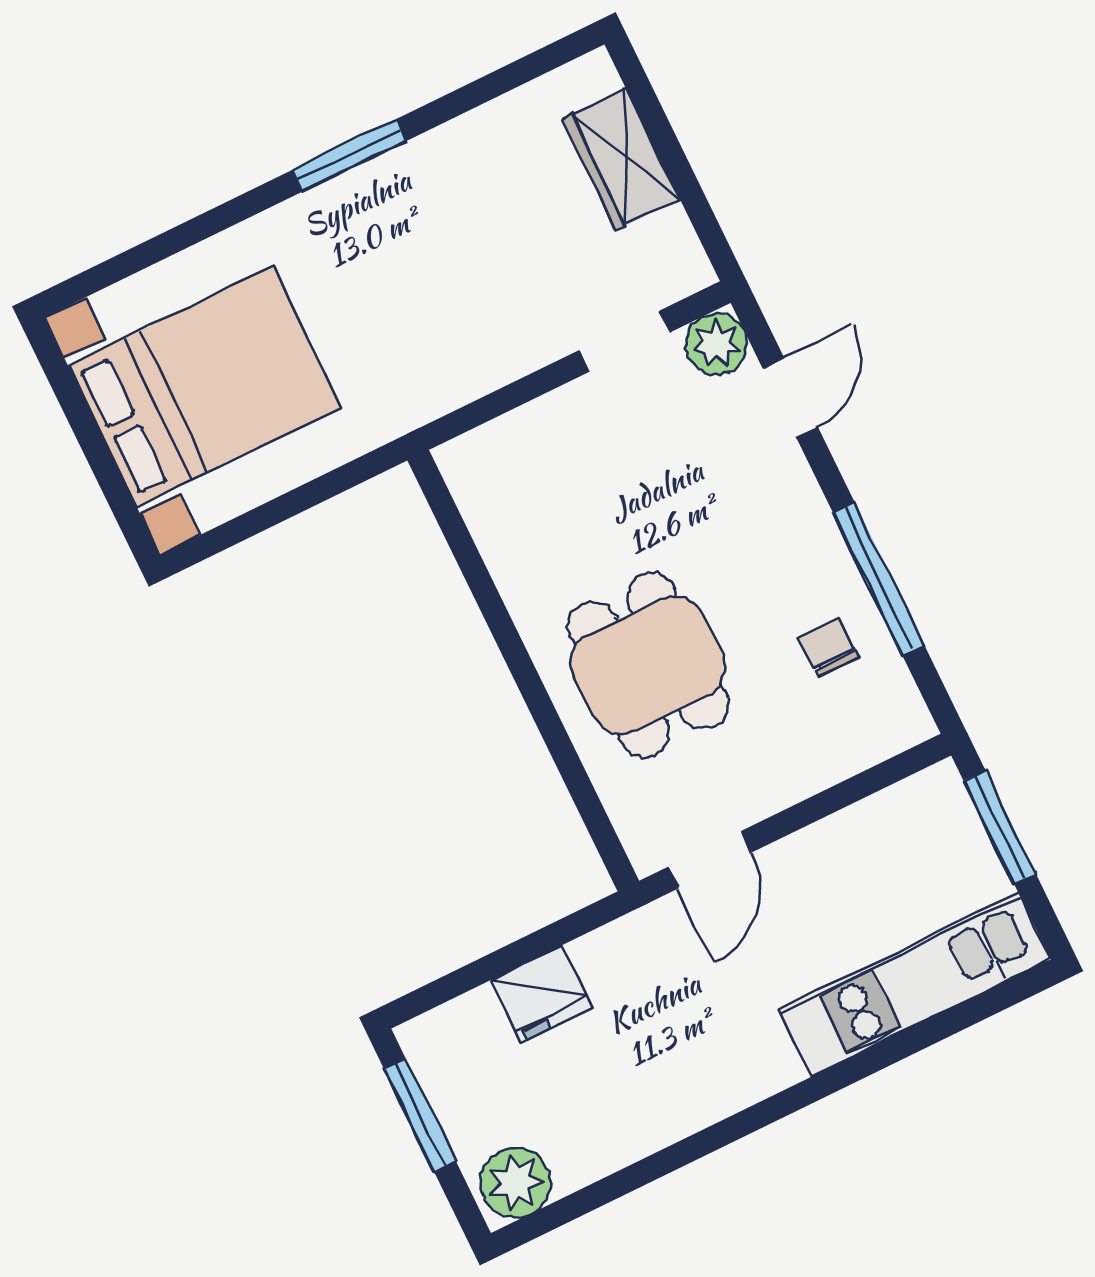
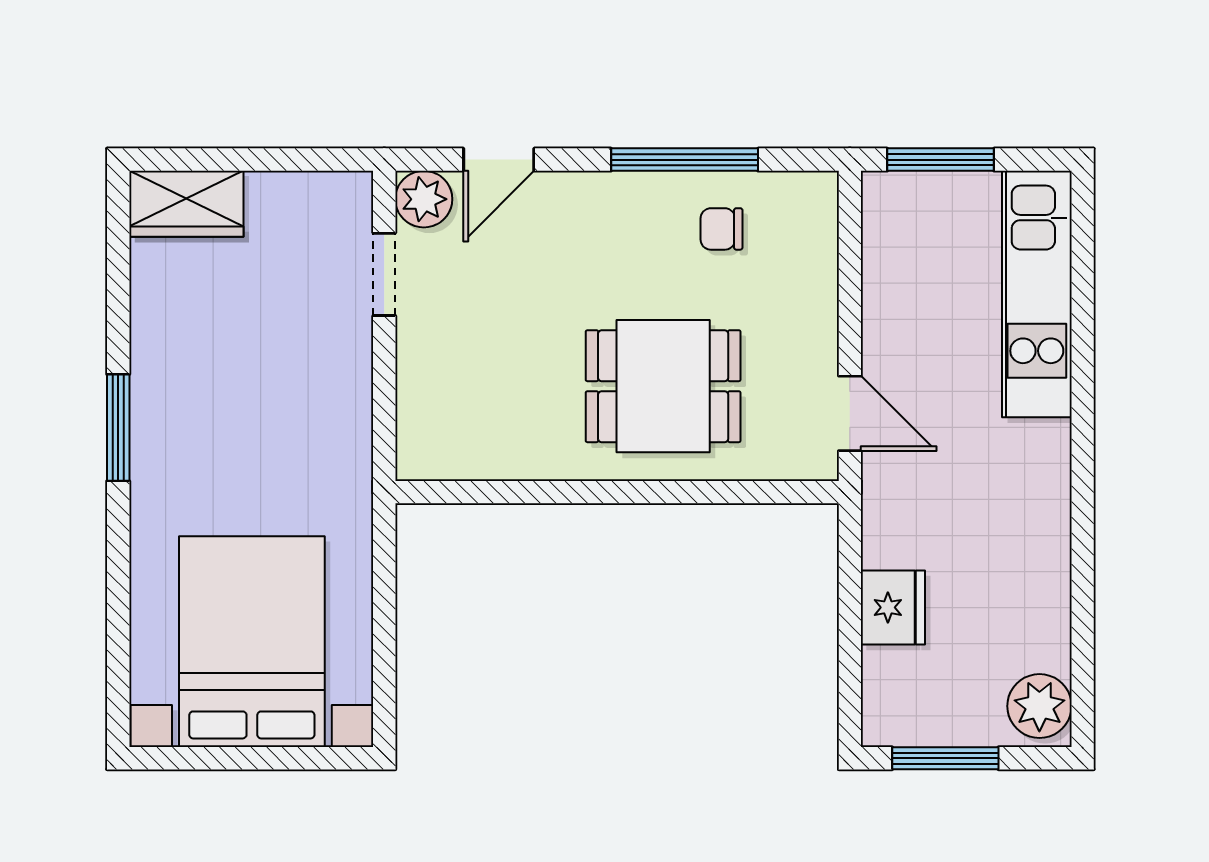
wardrobe: (621, 159) -> (186, 204), moved
door: (790, 398) -> (499, 160), swing flipped

